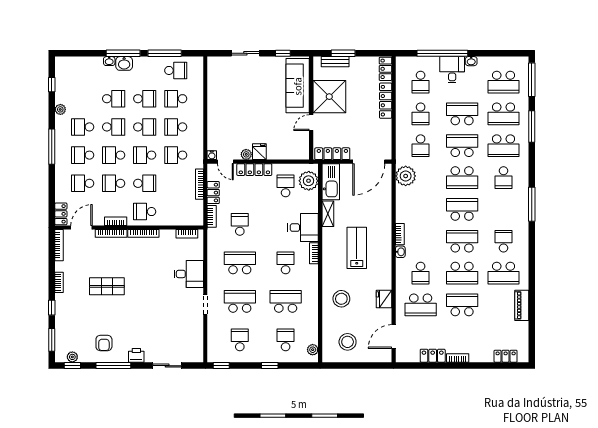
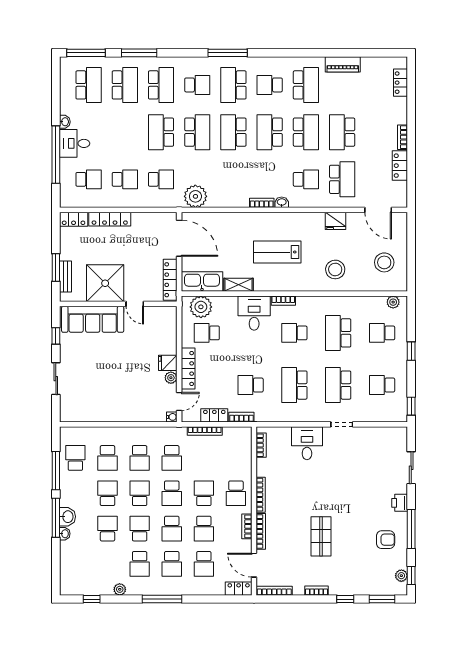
school desk: (462, 114) -> (233, 85), moved

